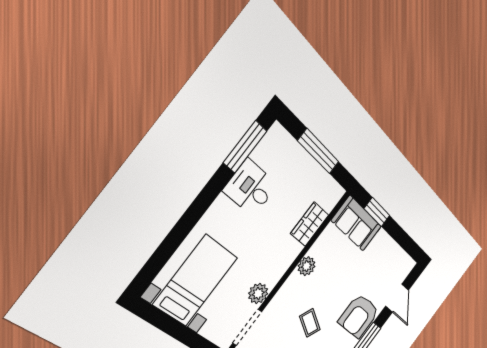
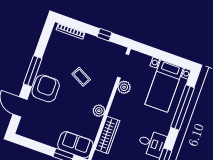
wardrobe: (310, 224) -> (107, 135), width x1.50
window: (178, 235) -> (183, 107), added

